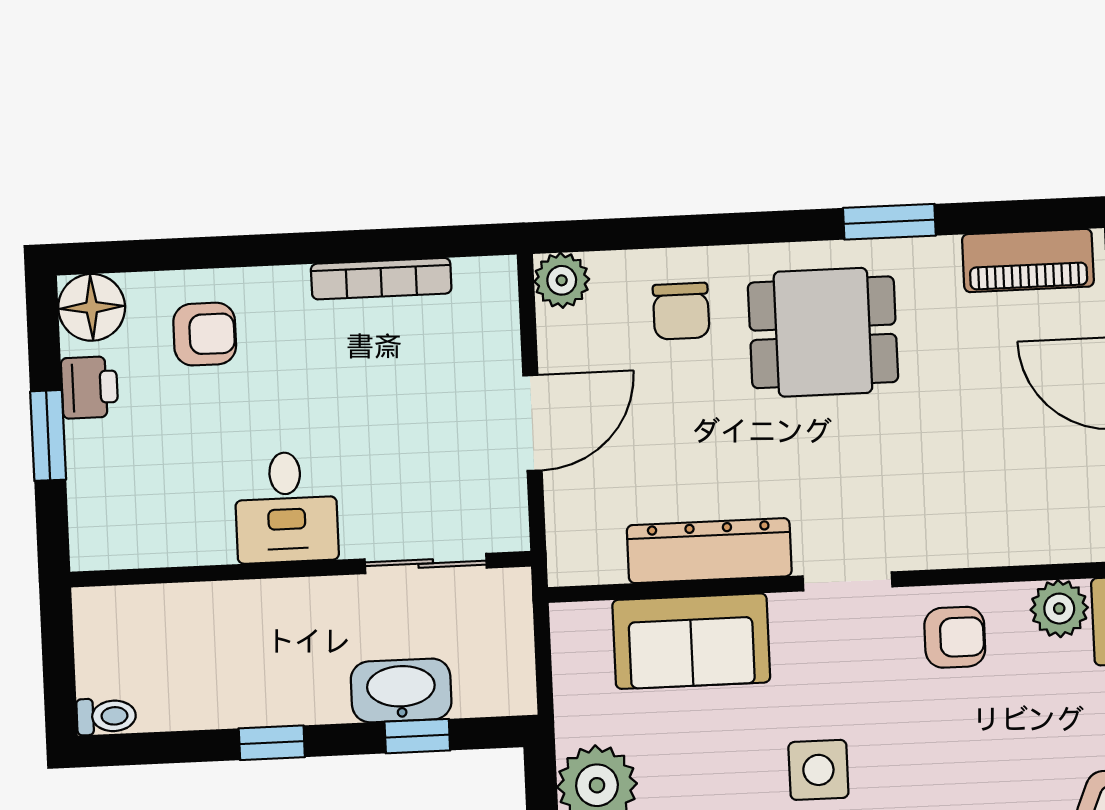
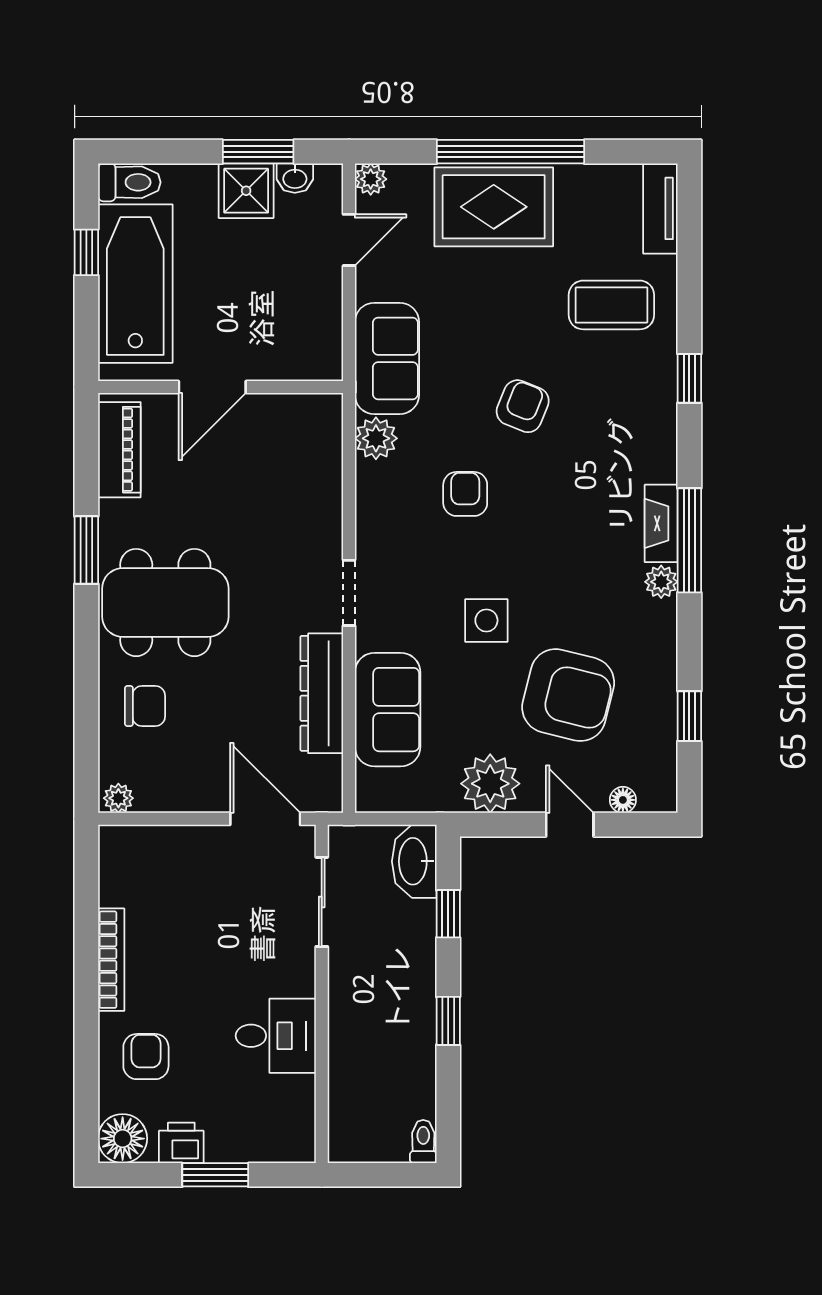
bookcase: (381, 279) -> (111, 960), moved
plant: (562, 280) -> (118, 798), width x0.73, depth x0.73
dining table: (823, 332) -> (165, 603), width x1.38
door: (532, 423) -> (265, 819), moved
desk: (286, 507) -> (276, 1036), moved
armchair: (955, 637) -> (465, 494), moved
washbasin: (401, 690) -> (414, 861), moved

